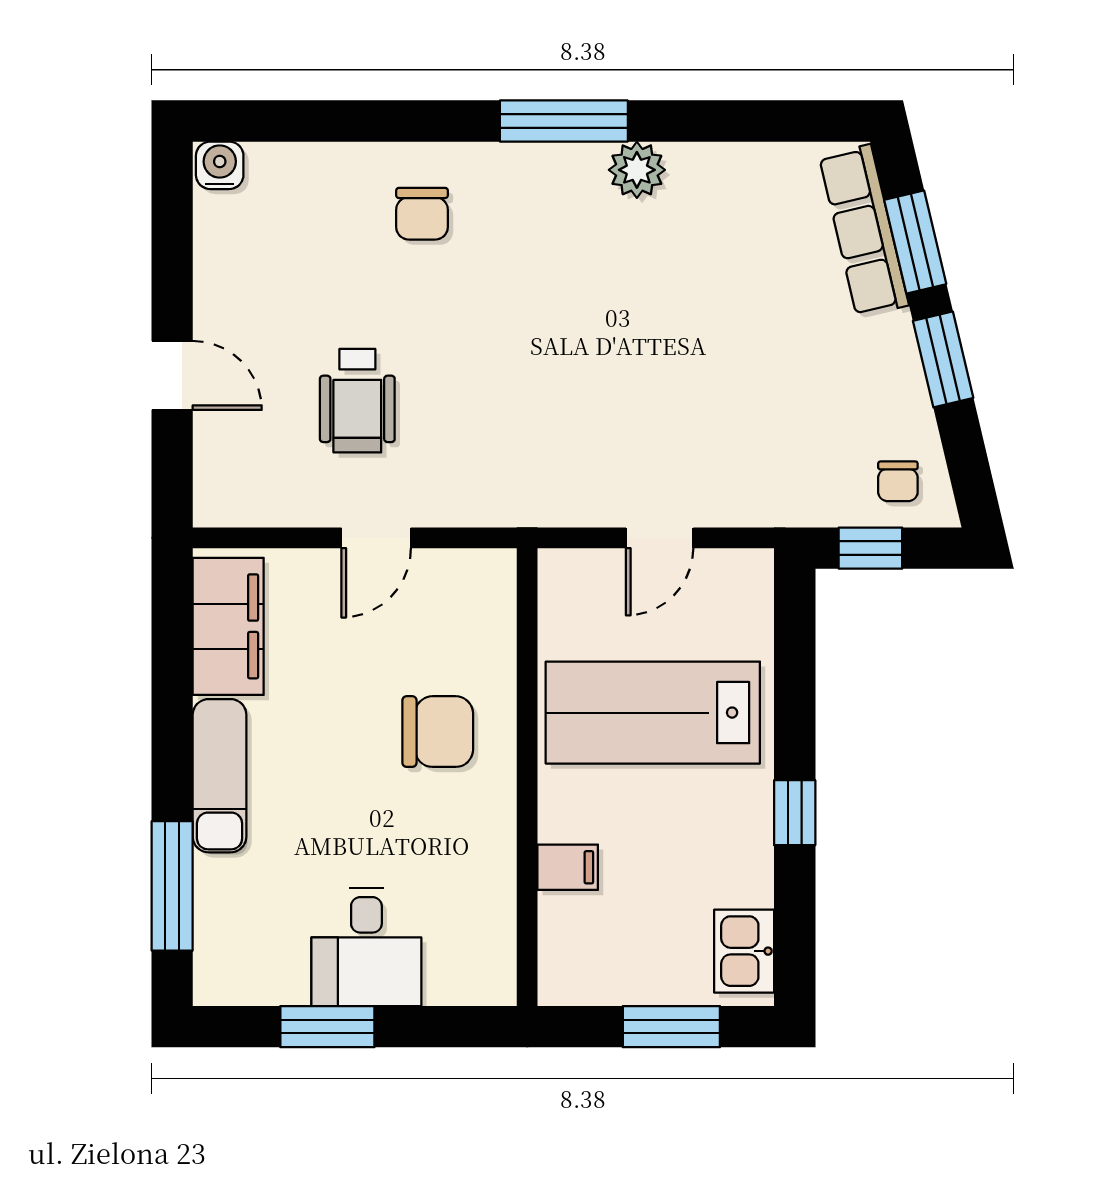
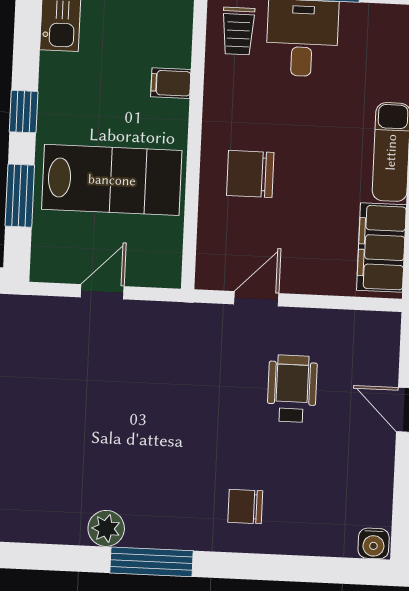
chair: (422, 214) -> (245, 507), turned -90
door: (376, 538) -> (256, 299), moved
window: (795, 681) -> (20, 196), added
trolley: (466, 953) -> (238, 31), added

